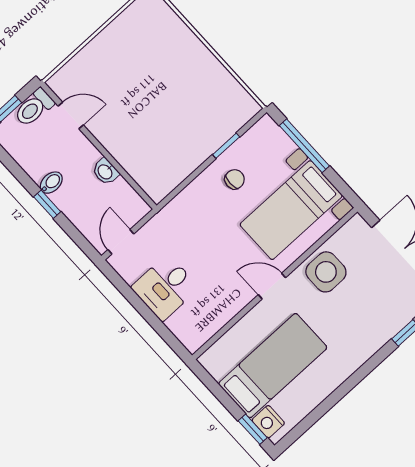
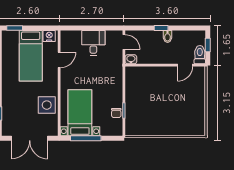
window: (304, 146) -> (86, 138), moved
washbasin: (105, 172) -> (131, 59), moved
chair: (235, 179) -> (116, 113), moved
door: (272, 286) -> (59, 60), moved
nightstand: (268, 422) -> (49, 36), moved

